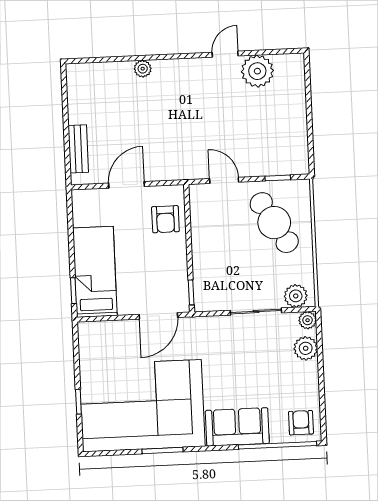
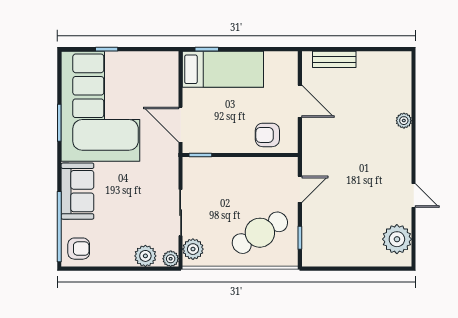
plant: (257, 71) -> (397, 239), moved

